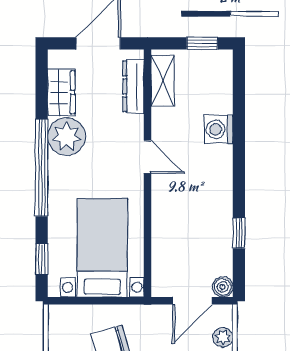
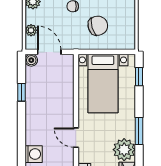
window: (42, 168) -> (139, 131), width x0.47
door: (192, 301) -> (49, 52), hinge flipped

